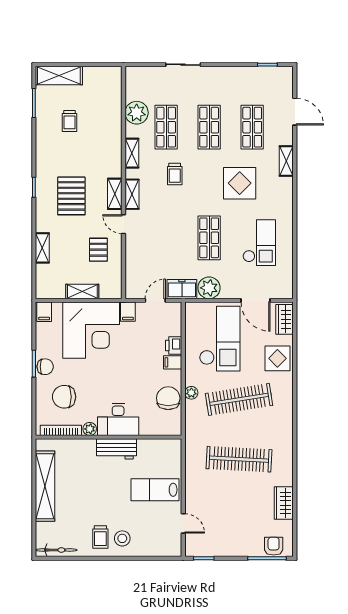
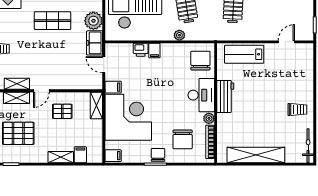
filing cabinet: (45, 272) -> (80, 155), added
shelving: (82, 291) -> (96, 105), moved
chair: (168, 398) -> (200, 61), moved, turned 90
lab bench: (155, 490) -> (244, 54), moved, turned 90
stool: (122, 538) -> (299, 92), removed

